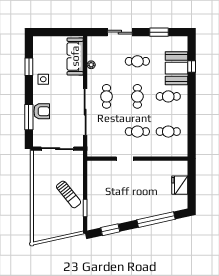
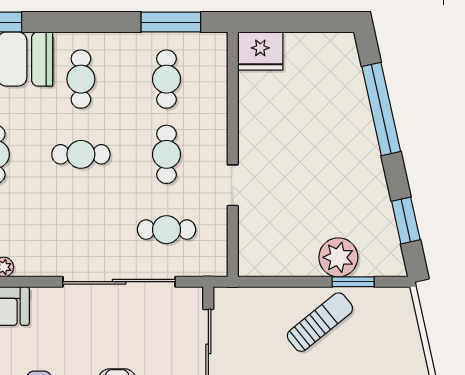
cafe table: (107, 96) -> (167, 230), moved
window: (192, 133) -> (171, 22), added
fridge: (180, 185) -> (260, 51), moved
plant: (95, 202) -> (338, 257), added

